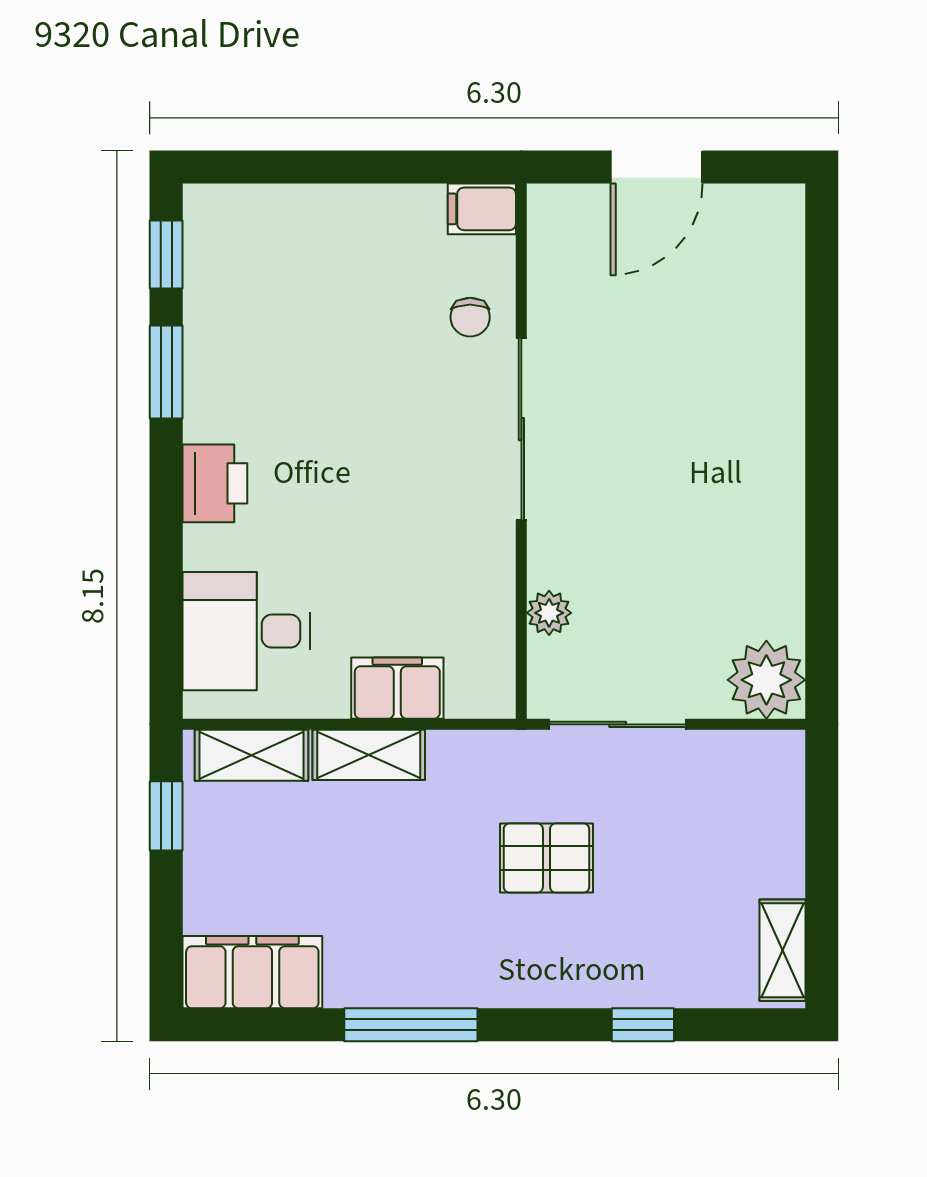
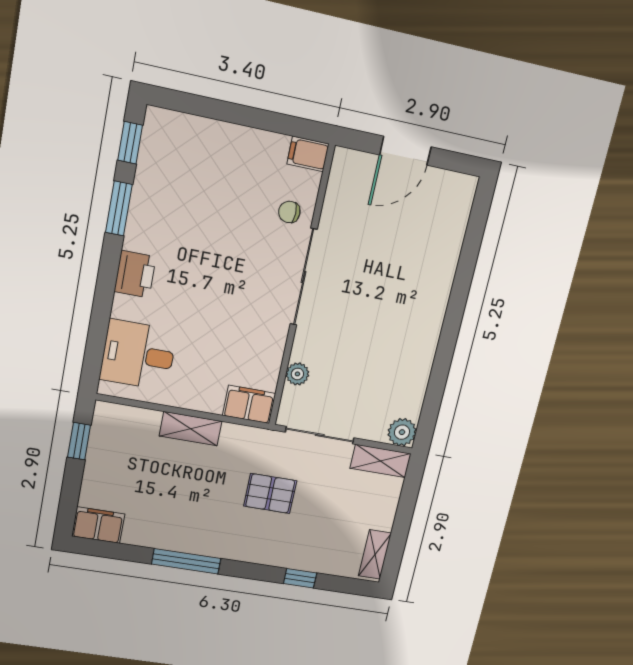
chair: (470, 317) -> (289, 212), turned 90
plant: (766, 680) -> (402, 432), width x0.73, depth x0.73
filing cabinet: (397, 688) -> (249, 404), moved
shelving: (252, 755) -> (380, 461), moved
filing cabinet: (252, 972) -> (98, 525), width x0.67, depth x0.86

